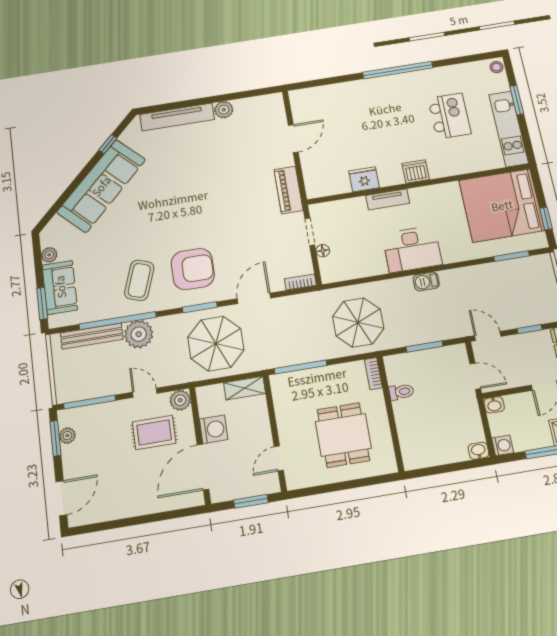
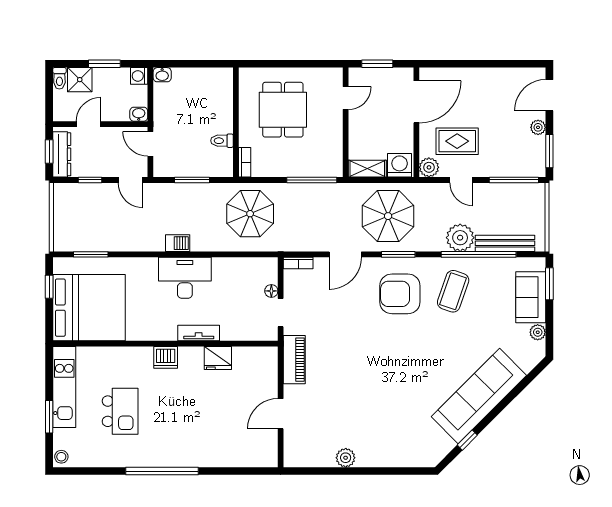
kitchen island: (449, 116) -> (120, 411), turned 180
tv unit: (177, 117) -> (394, 458), removed
washing machine: (214, 429) -> (400, 165), moved, turned 90
plant: (67, 436) -> (538, 127), moved

